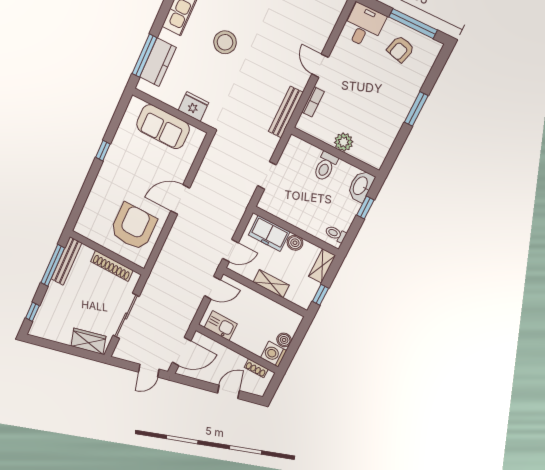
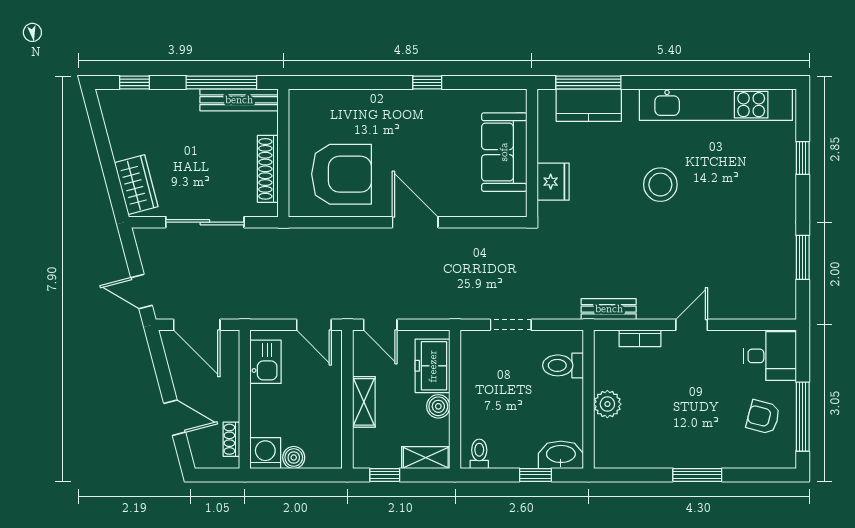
bench: (286, 112) -> (609, 309), width x0.73
toilet: (325, 166) -> (563, 365), moved

